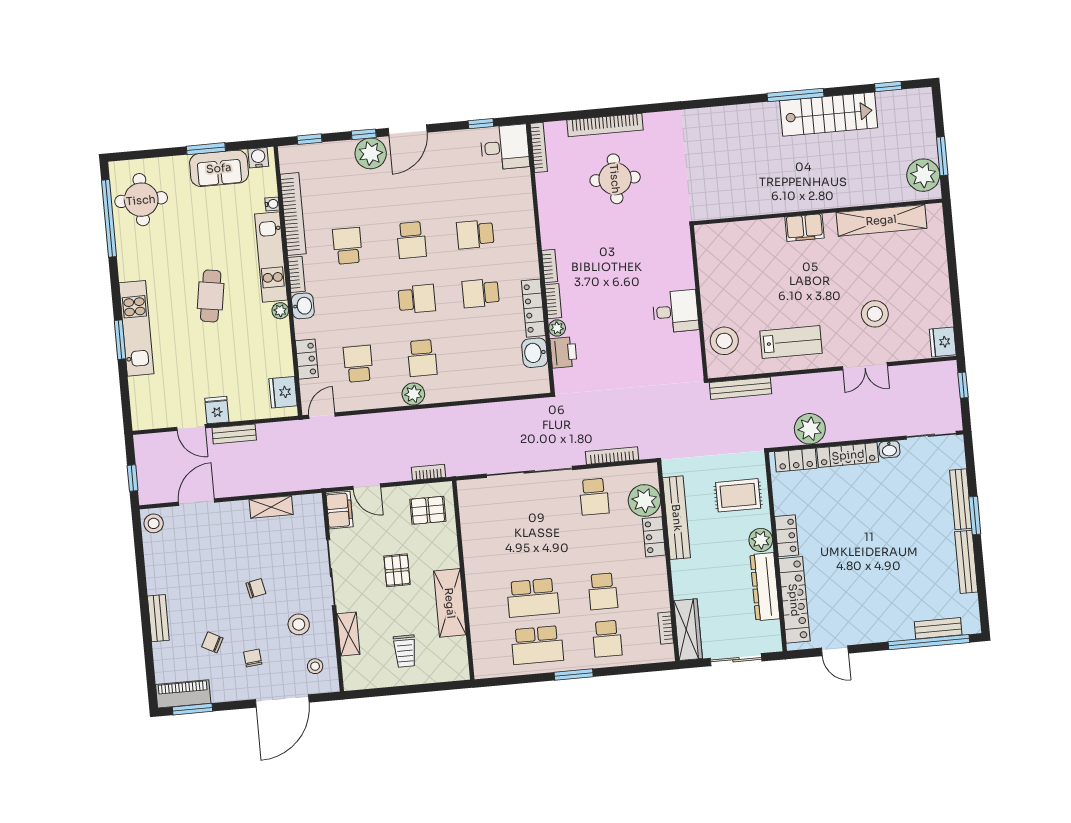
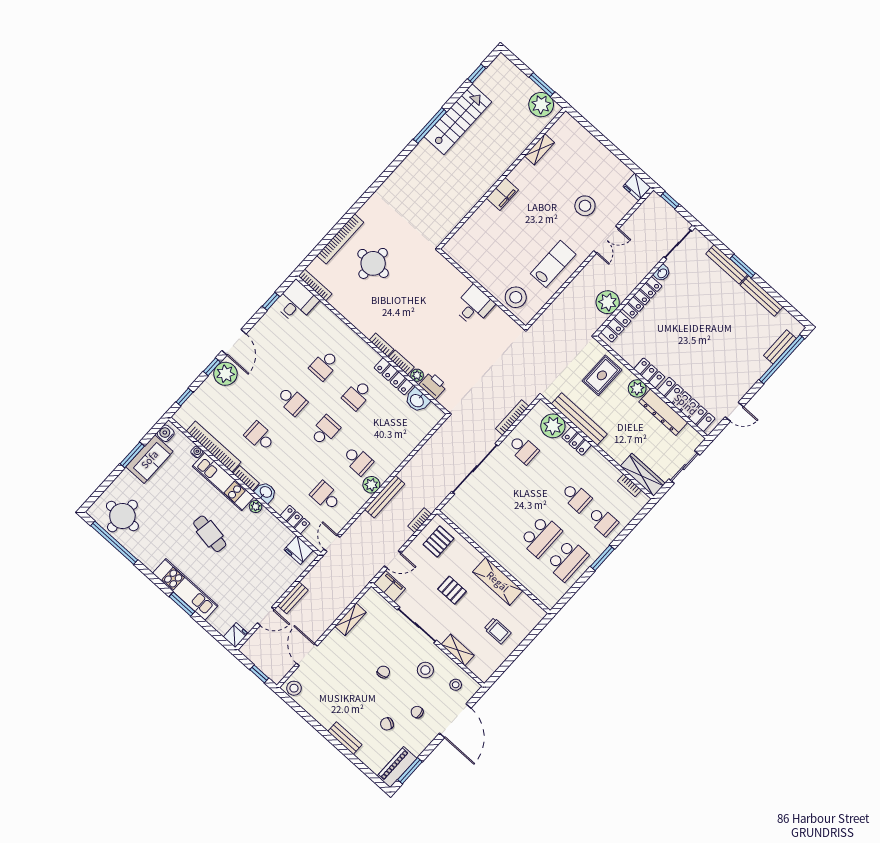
shelving: (881, 220) -> (539, 149), width x0.45, depth x0.75
bench: (741, 388) -> (385, 497), moved
fridge: (217, 410) -> (236, 635), moved, turned 90

